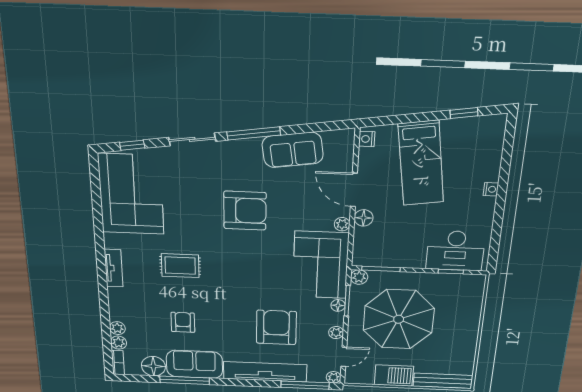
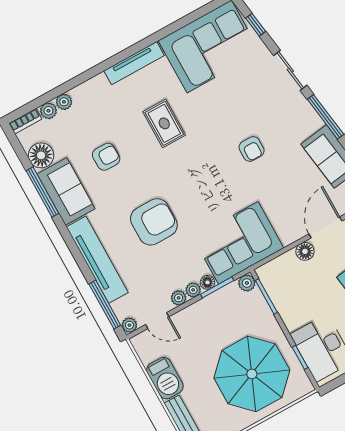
armchair: (245, 211) -> (252, 149), width x0.53, depth x0.53
plant: (342, 224) -> (193, 290), moved
tv unit: (114, 268) -> (134, 63), width x1.41
parasol: (399, 319) -> (252, 374), moved
armchair: (276, 327) -> (154, 222), moved

